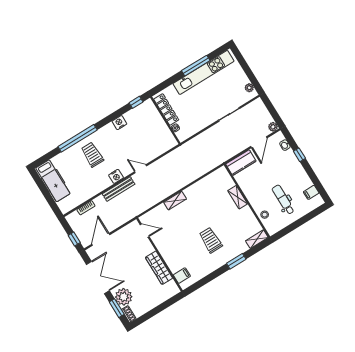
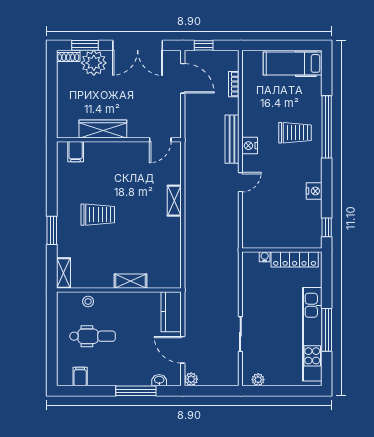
window: (299, 155) -> (136, 391), width x2.17

